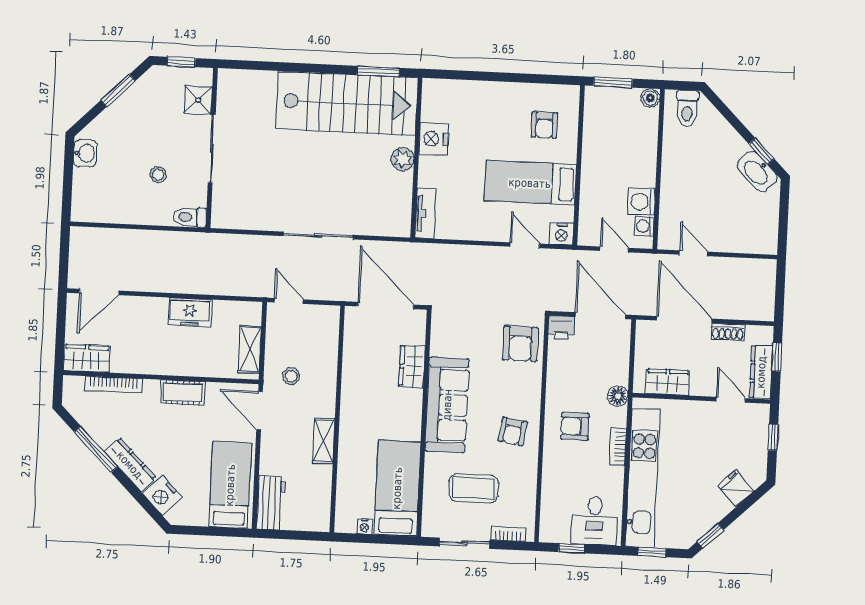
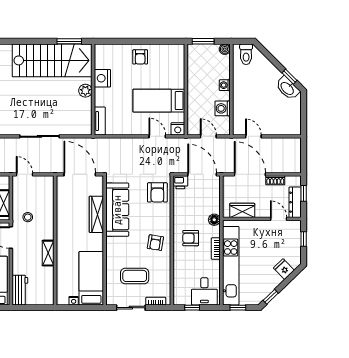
armchair: (544, 125) -> (140, 57), moved
washing machine: (644, 226) -> (225, 85), moved
wardrobe: (412, 366) -> (96, 214), width x1.50
sofa: (447, 405) -> (117, 210), moved

